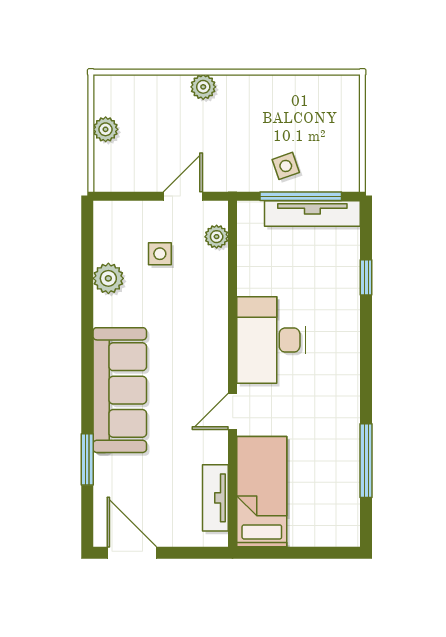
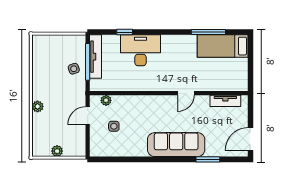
door: (183, 196) -> (88, 116), hinge flipped
plant: (108, 278) -> (125, 150), removed
desk: (271, 340) -> (141, 50), moved, turned 180
door: (233, 411) -> (186, 93), hinge flipped
bed: (262, 492) -> (223, 46), moved

